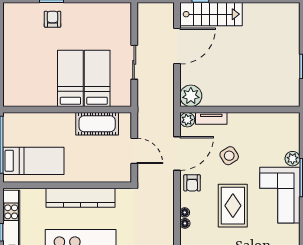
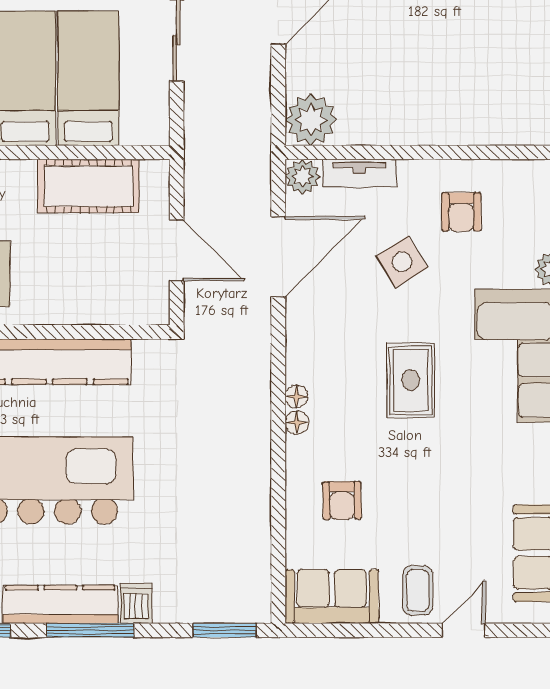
armchair: (192, 183) -> (461, 212), moved
rug: (233, 206) -> (411, 380), width x0.73, depth x0.70

